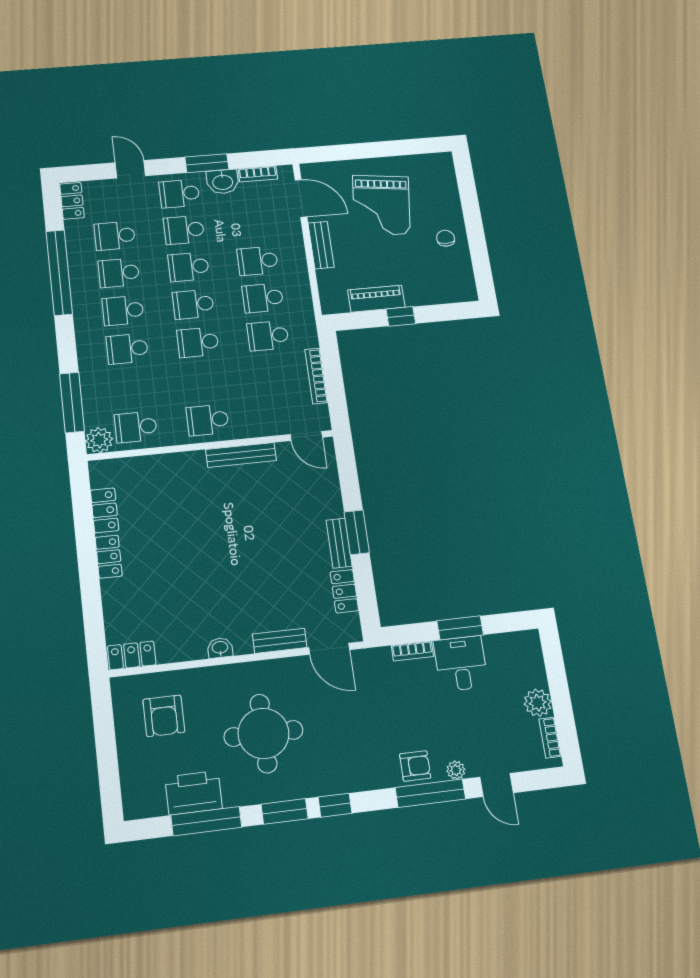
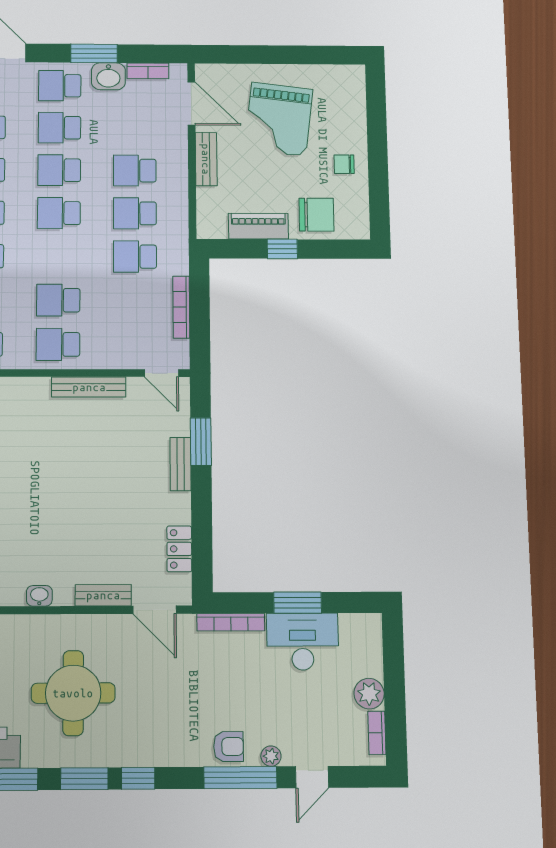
chair: (446, 238) -> (344, 164), turned -90
chair: (427, 284) -> (316, 215), added
school desk: (198, 342) -> (58, 300), moved
window: (357, 532) -> (201, 442), moved
bench: (339, 543) -> (181, 464), moved
bookcase: (412, 651) -> (231, 622), width x1.56
desk: (461, 663) -> (303, 642), width x1.37
door: (496, 785) -> (312, 777), hinge flipped

